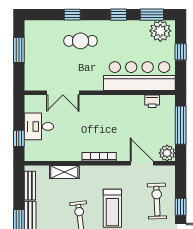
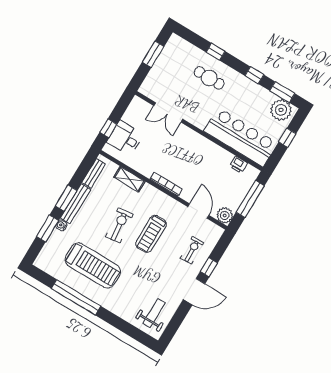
desk: (39, 126) -> (125, 138), moved
exercise bike: (157, 201) -> (192, 250), width x0.73, depth x0.72

